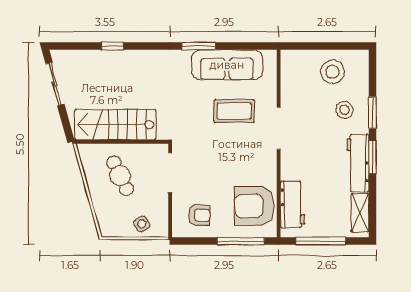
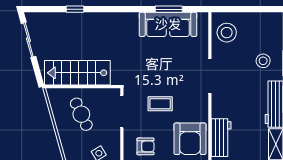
window: (199, 46) -> (169, 9), moved
stool: (332, 72) -> (227, 33), moved
coffee table: (234, 111) -> (160, 104), moved, width x0.73, depth x0.77
armchair: (254, 206) -> (190, 139), turned -90

